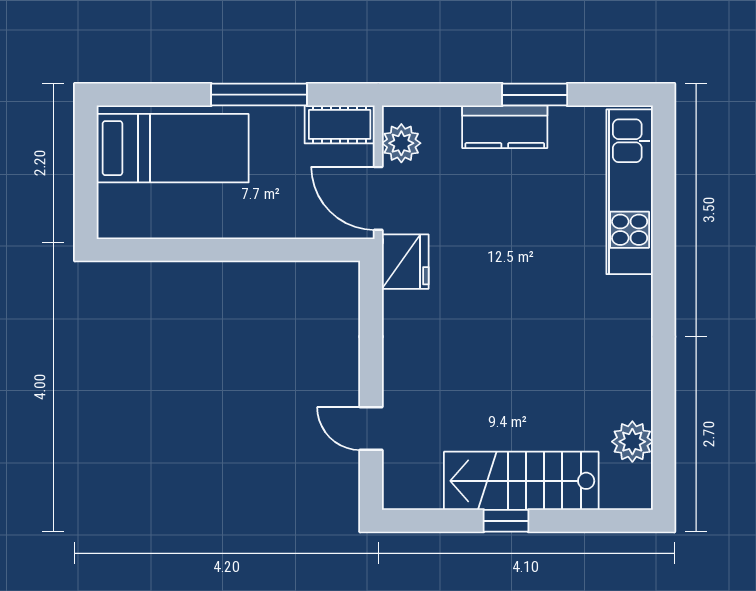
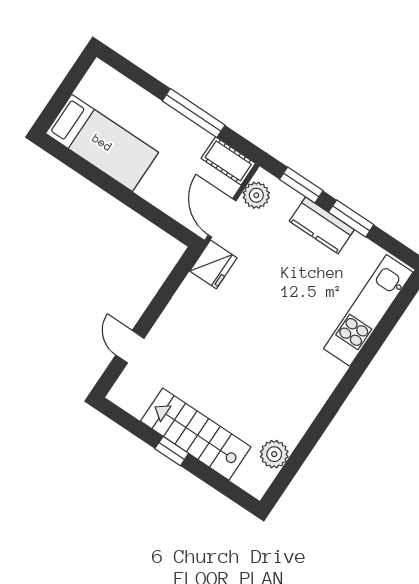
window: (447, 95) -> (301, 185), added
bed: (173, 148) -> (102, 143), moved

